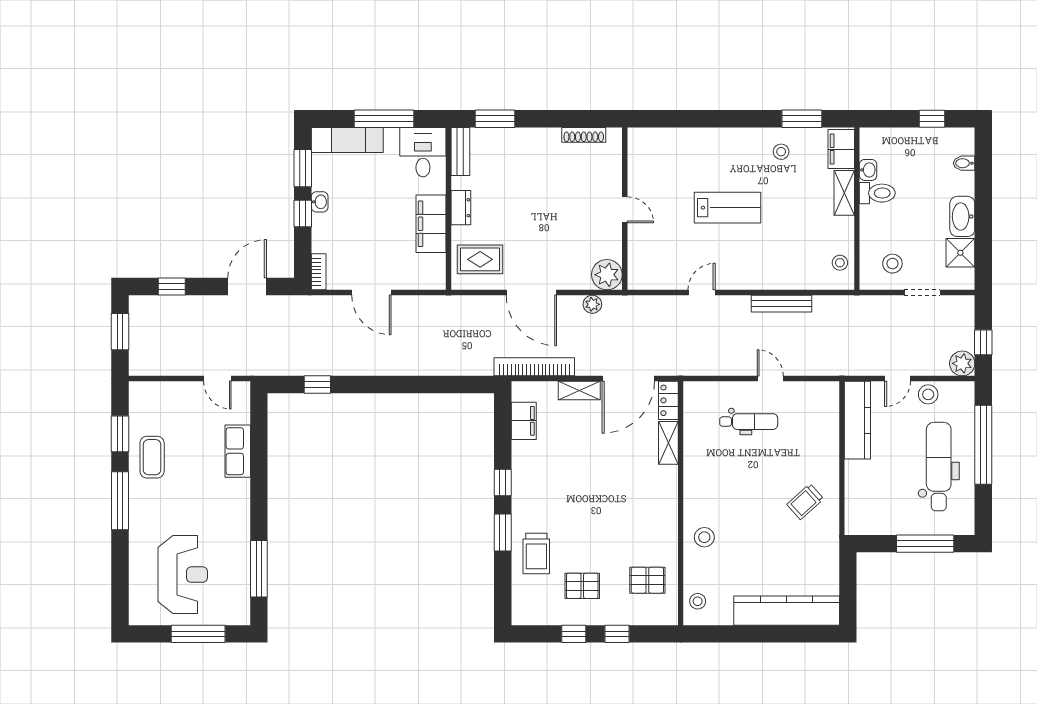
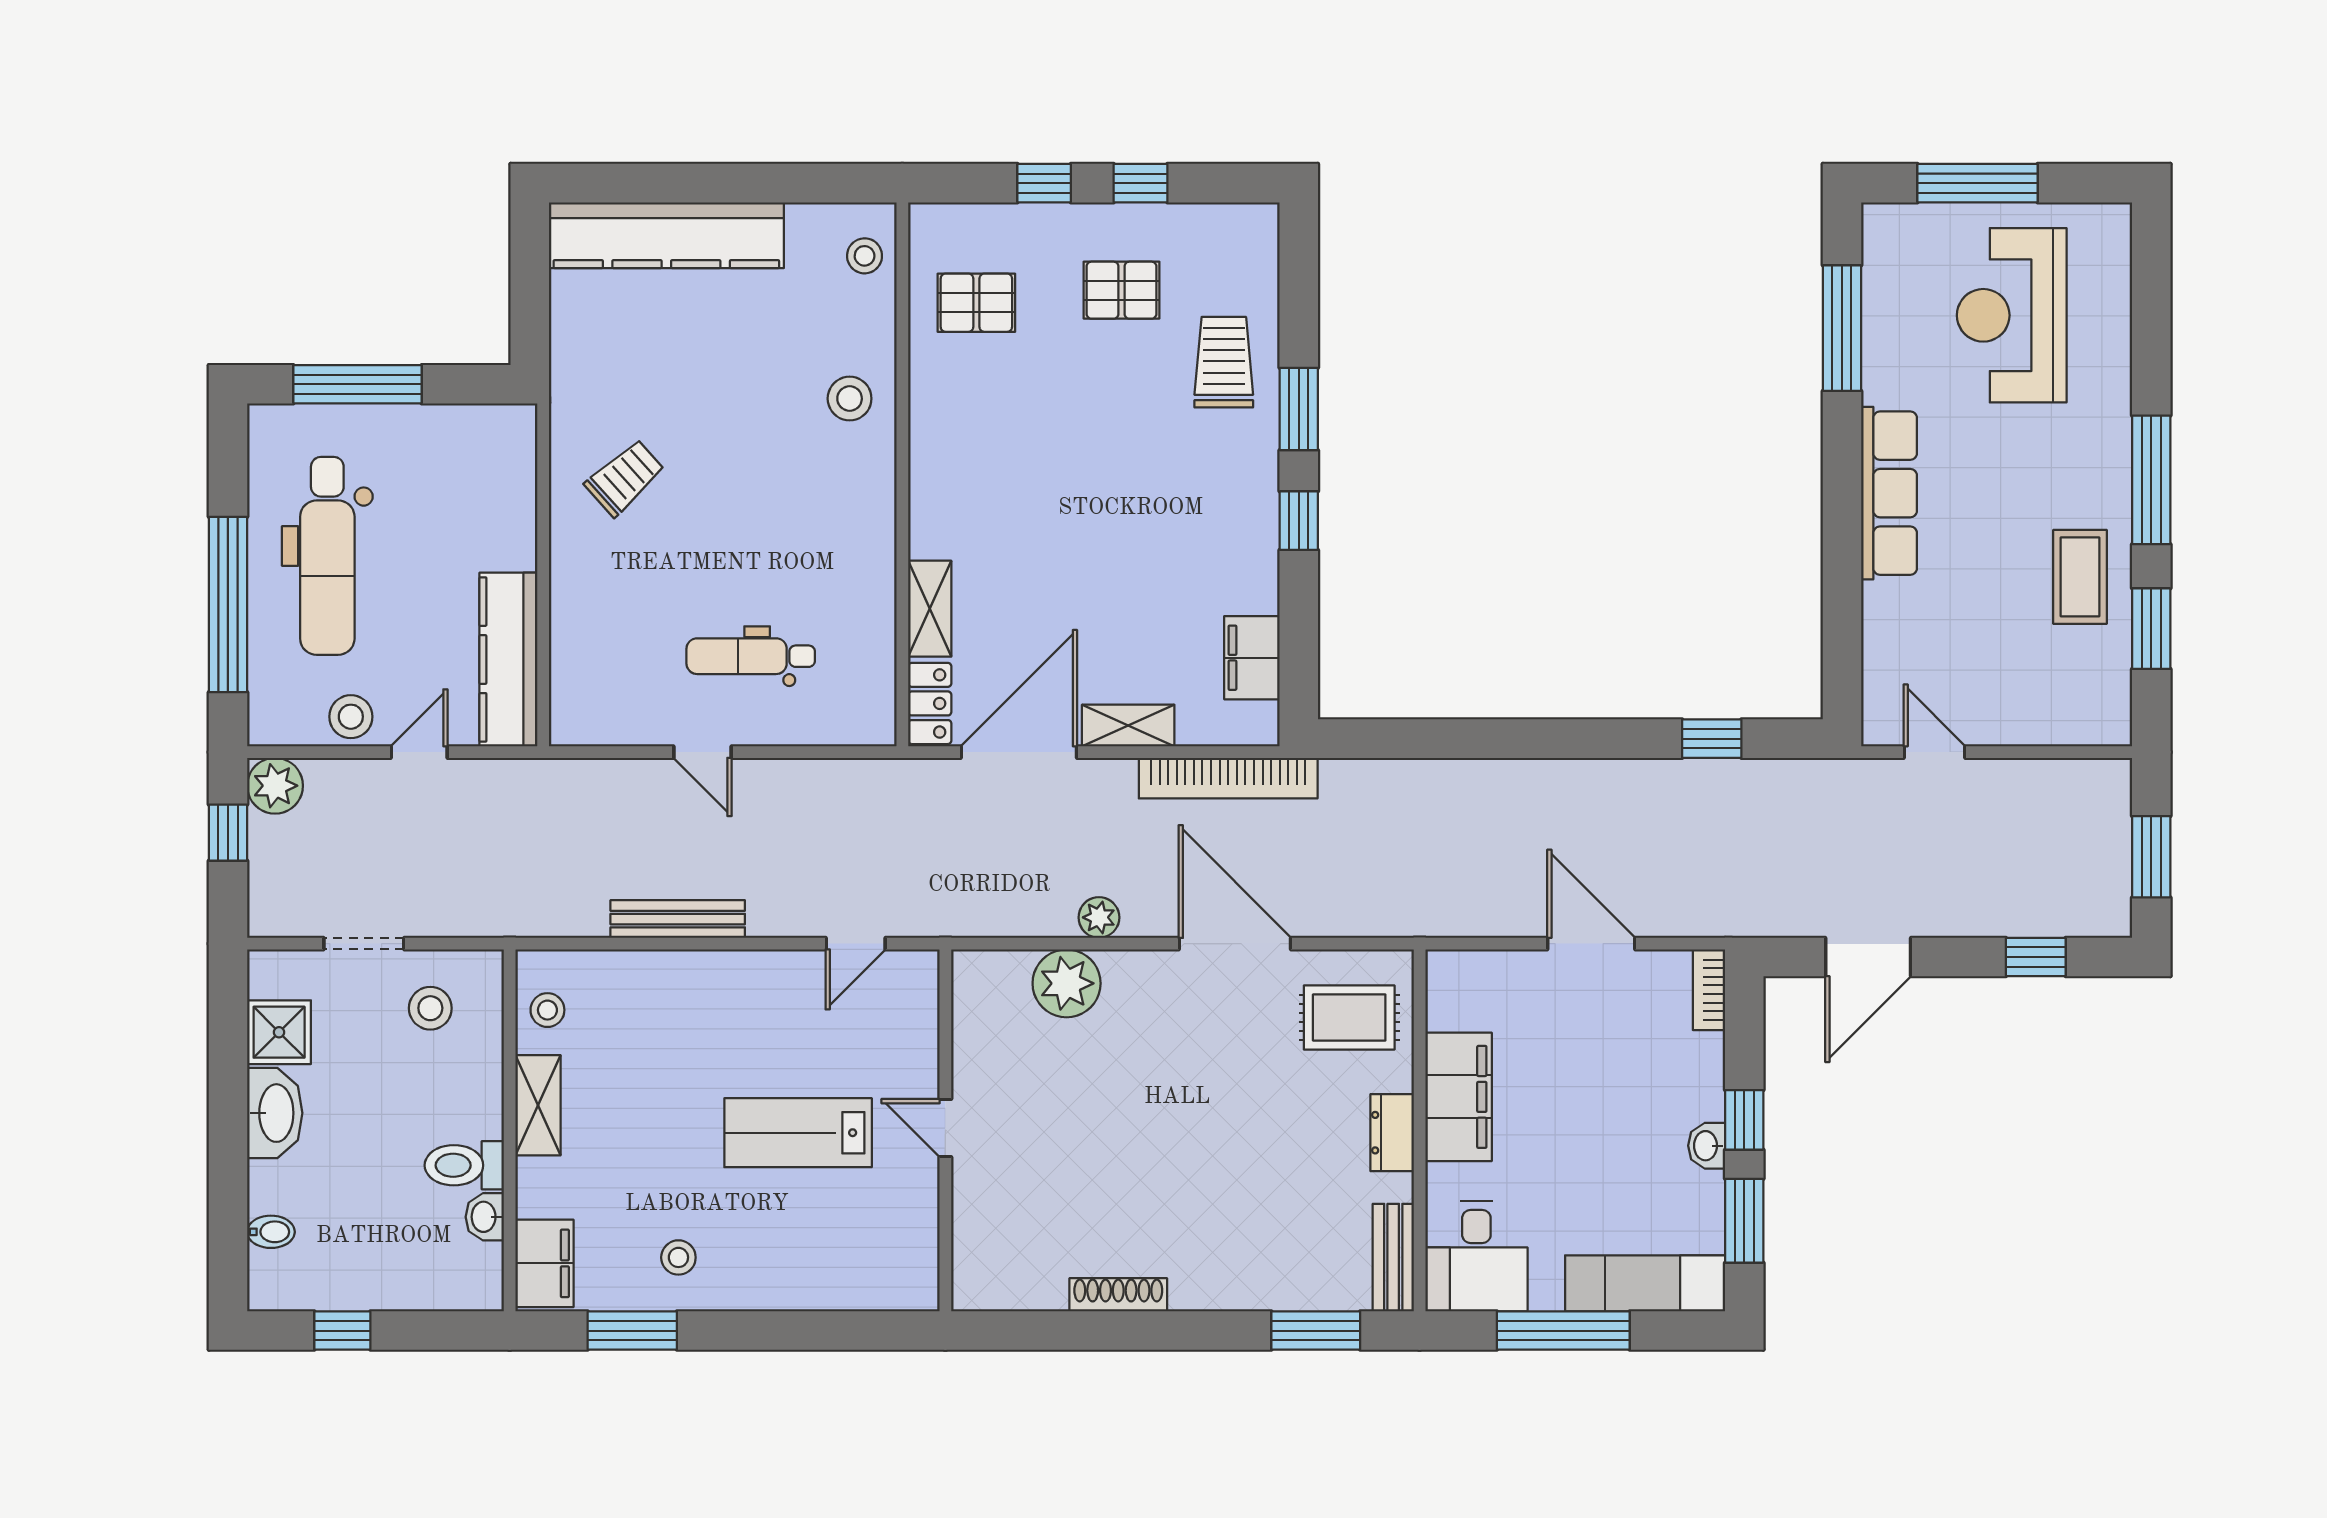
shelving: (844, 193) -> (538, 1105), moved
wall: (625, 209) -> (945, 1130), moved
door: (625, 210) -> (945, 1128), moved
row of seats: (238, 451) -> (1889, 493), moved, width x1.48

